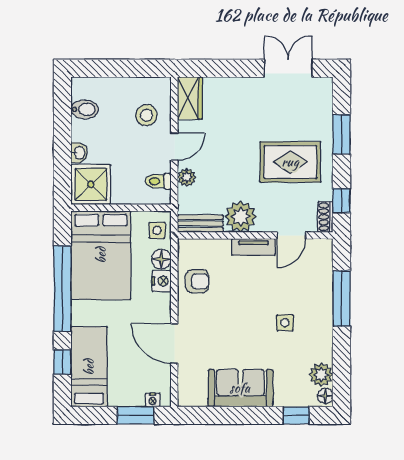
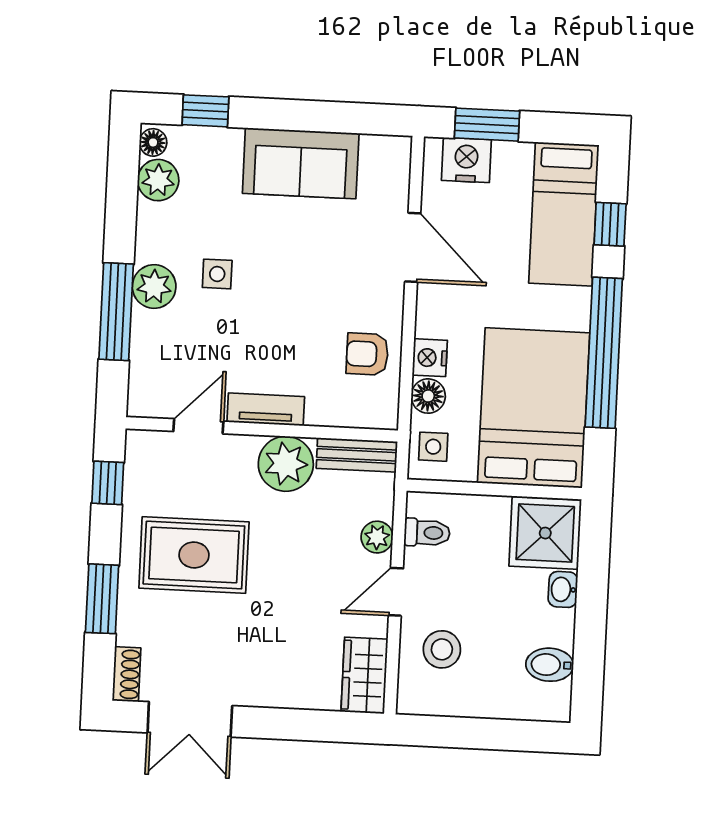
shoe rack: (325, 217) -> (126, 674), moved
plant: (321, 314) -> (154, 286), added
nightstand: (153, 400) -> (466, 160), width x1.89, depth x1.79

